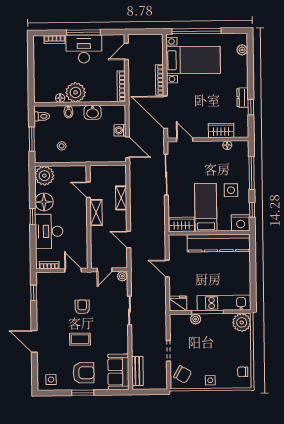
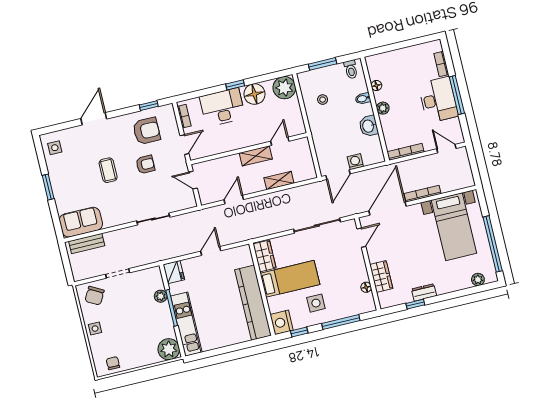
window: (197, 31) -> (493, 244), moved
plant: (76, 92) -> (383, 108), width x0.53, depth x0.53
plant: (122, 276) -> (190, 202), removed
armchair: (84, 373) -> (147, 131), moved, turned -90

